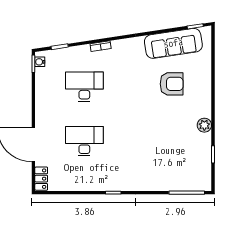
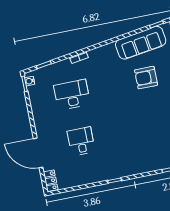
armchair: (172, 84) -> (146, 78), turned 180
desk: (84, 141) -> (81, 141), width x0.73

